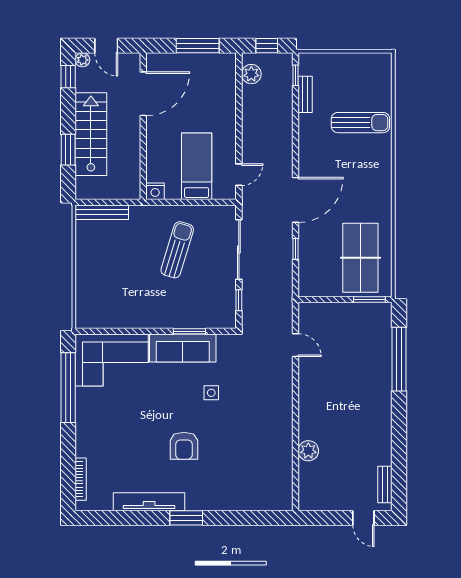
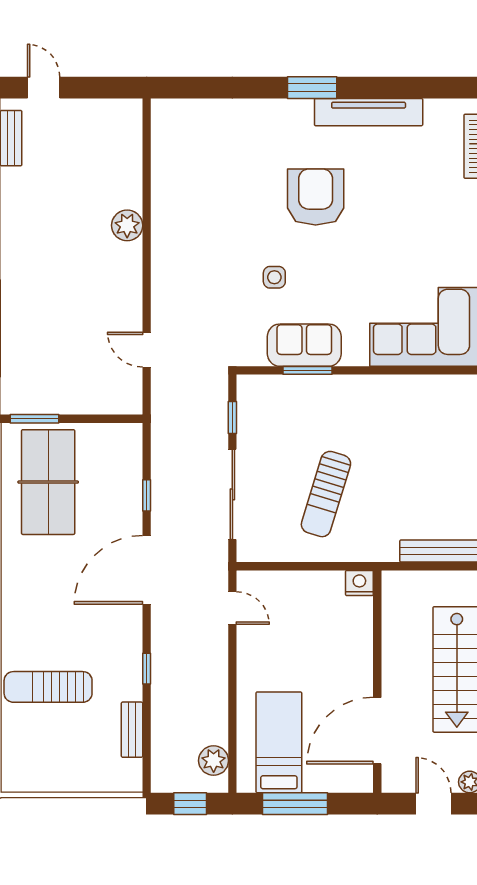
window: (295, 75) -> (147, 669), moved
bed: (197, 166) -> (279, 742), moved, turned 180
door: (239, 175) -> (232, 608), swing flipped
sofa: (183, 348) -> (304, 345), width x0.73
armchair: (184, 446) -> (316, 197), width x1.36, depth x1.36
plant: (308, 451) -> (127, 225), moved

